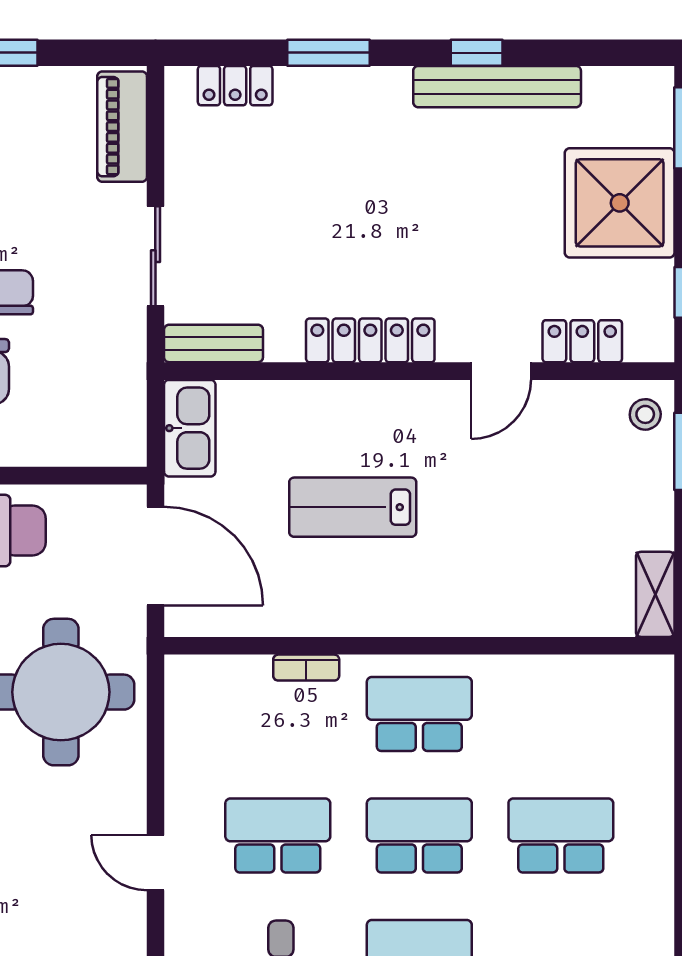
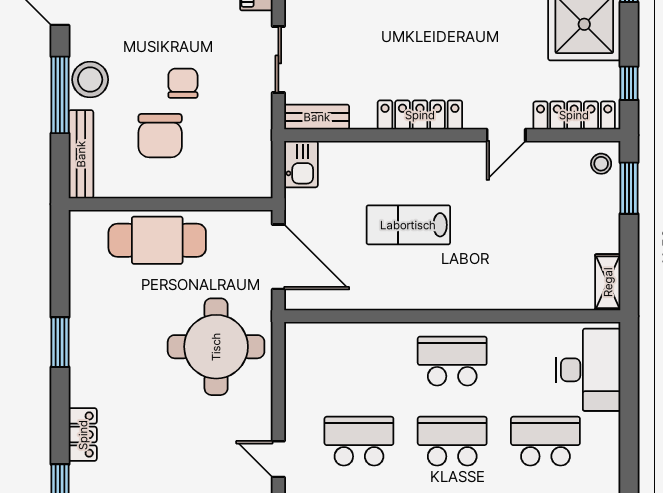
locker: (582, 341) -> (574, 115), width x1.53
kitchen sink: (190, 428) -> (301, 164), width x0.73
bookcase: (306, 668) -> (378, 331), removed
desk: (625, 727) -> (588, 370), added

